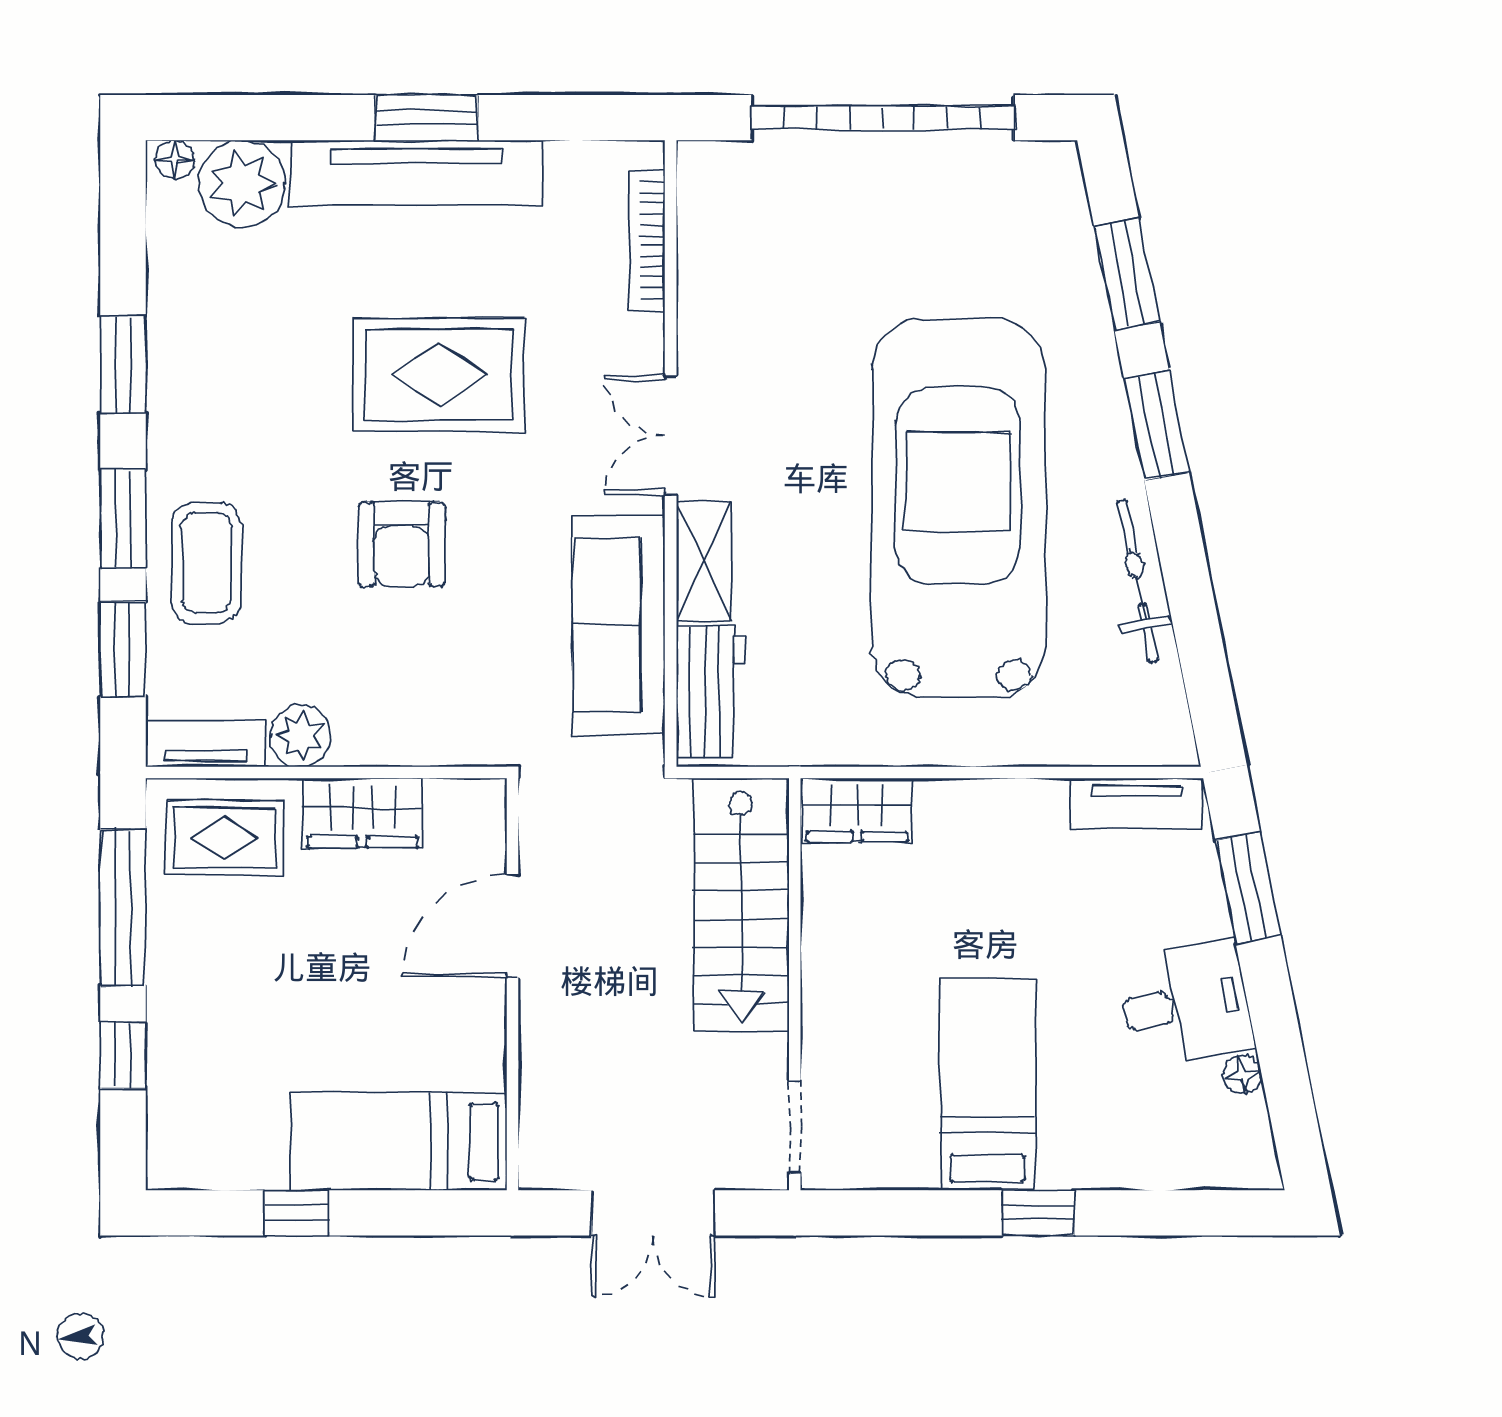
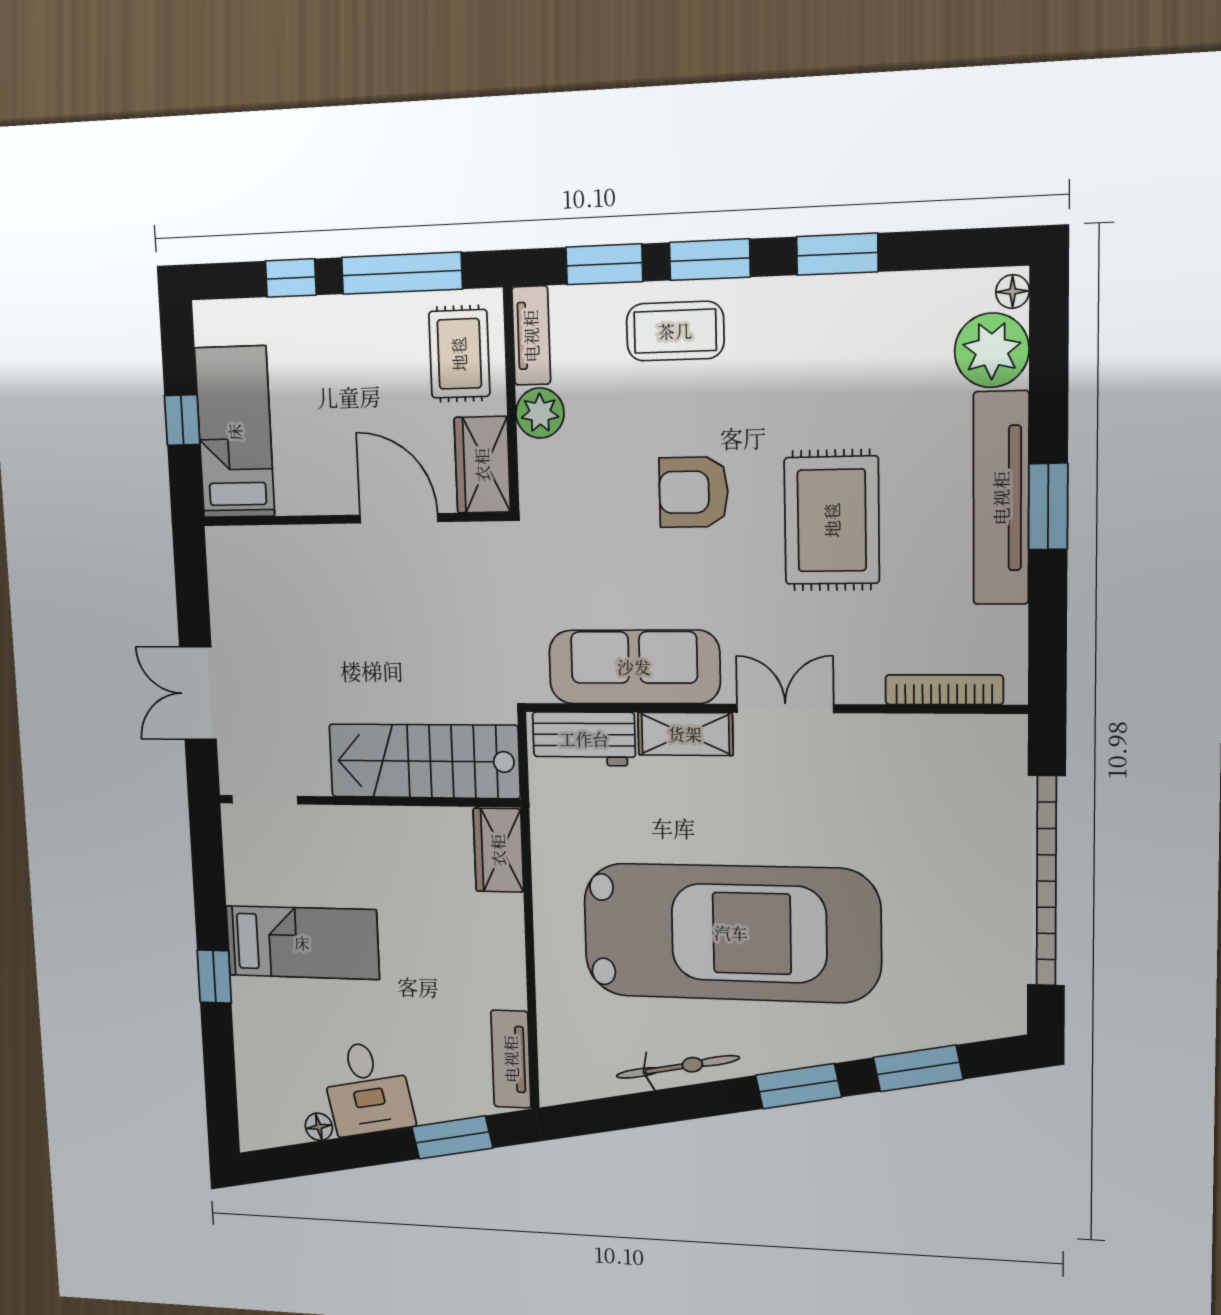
door: (513, 926) -> (399, 518), moved
wall: (513, 984) -> (355, 519), moved
bed: (399, 1142) -> (235, 432), moved

